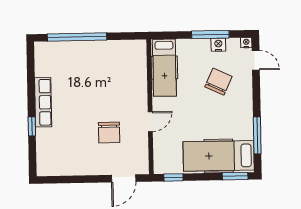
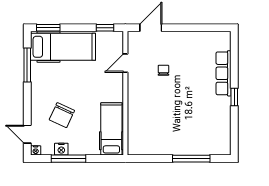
window: (77, 37) -> (191, 159), width x0.68
row of seats: (43, 102) -> (224, 73), moved
door: (150, 122) -> (125, 63), moved
window: (32, 126) -> (234, 97), moved
chair: (109, 132) -> (163, 70), width x0.54, depth x0.54

